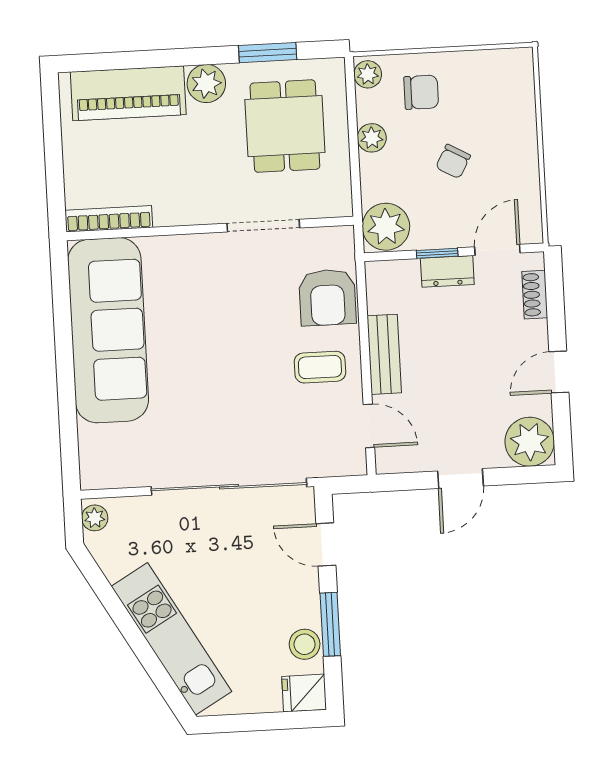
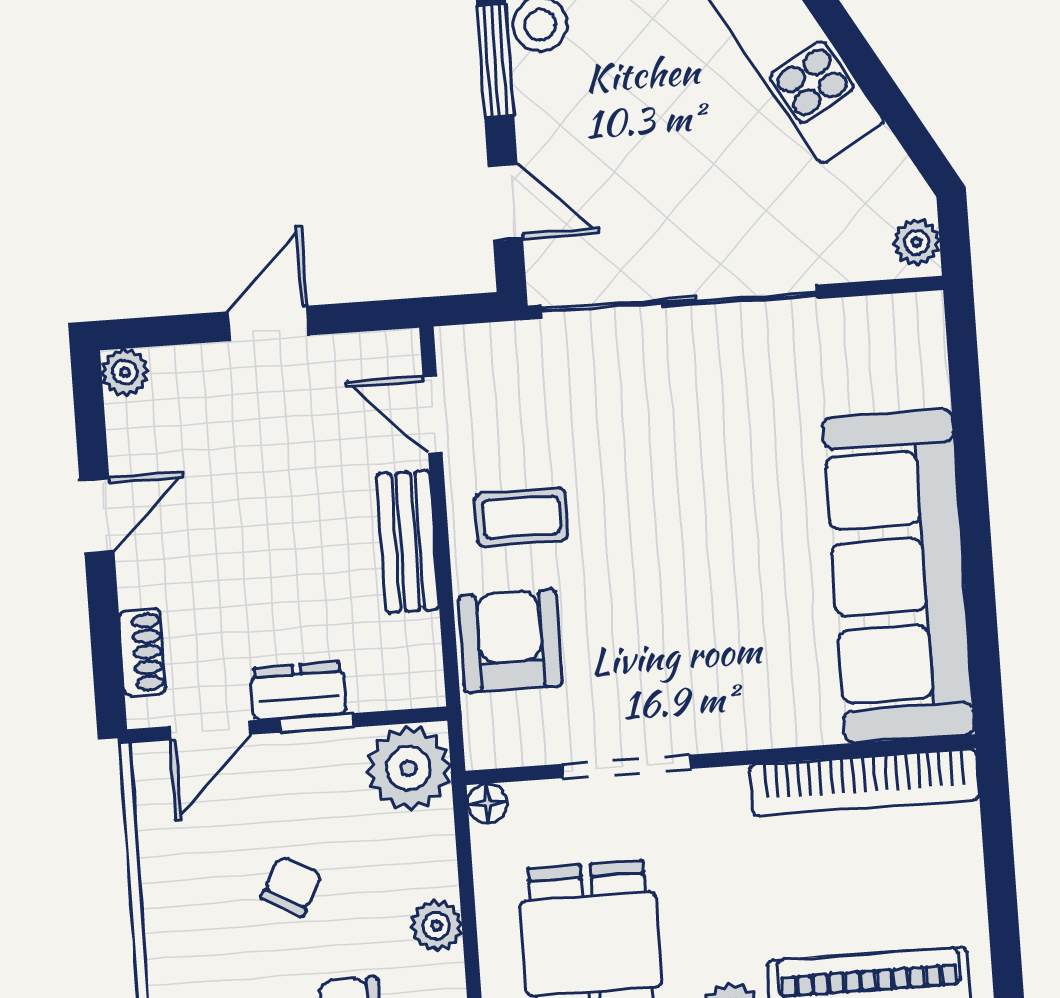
floor lamp: (342, 206) -> (487, 803), added
bookcase: (109, 219) -> (864, 782), width x1.48, depth x1.31
plant: (530, 442) -> (125, 372), width x0.53, depth x0.53

